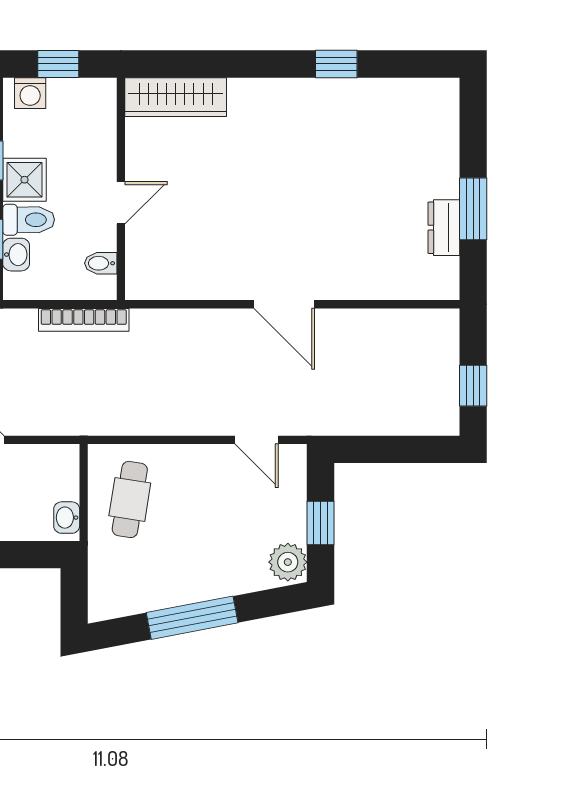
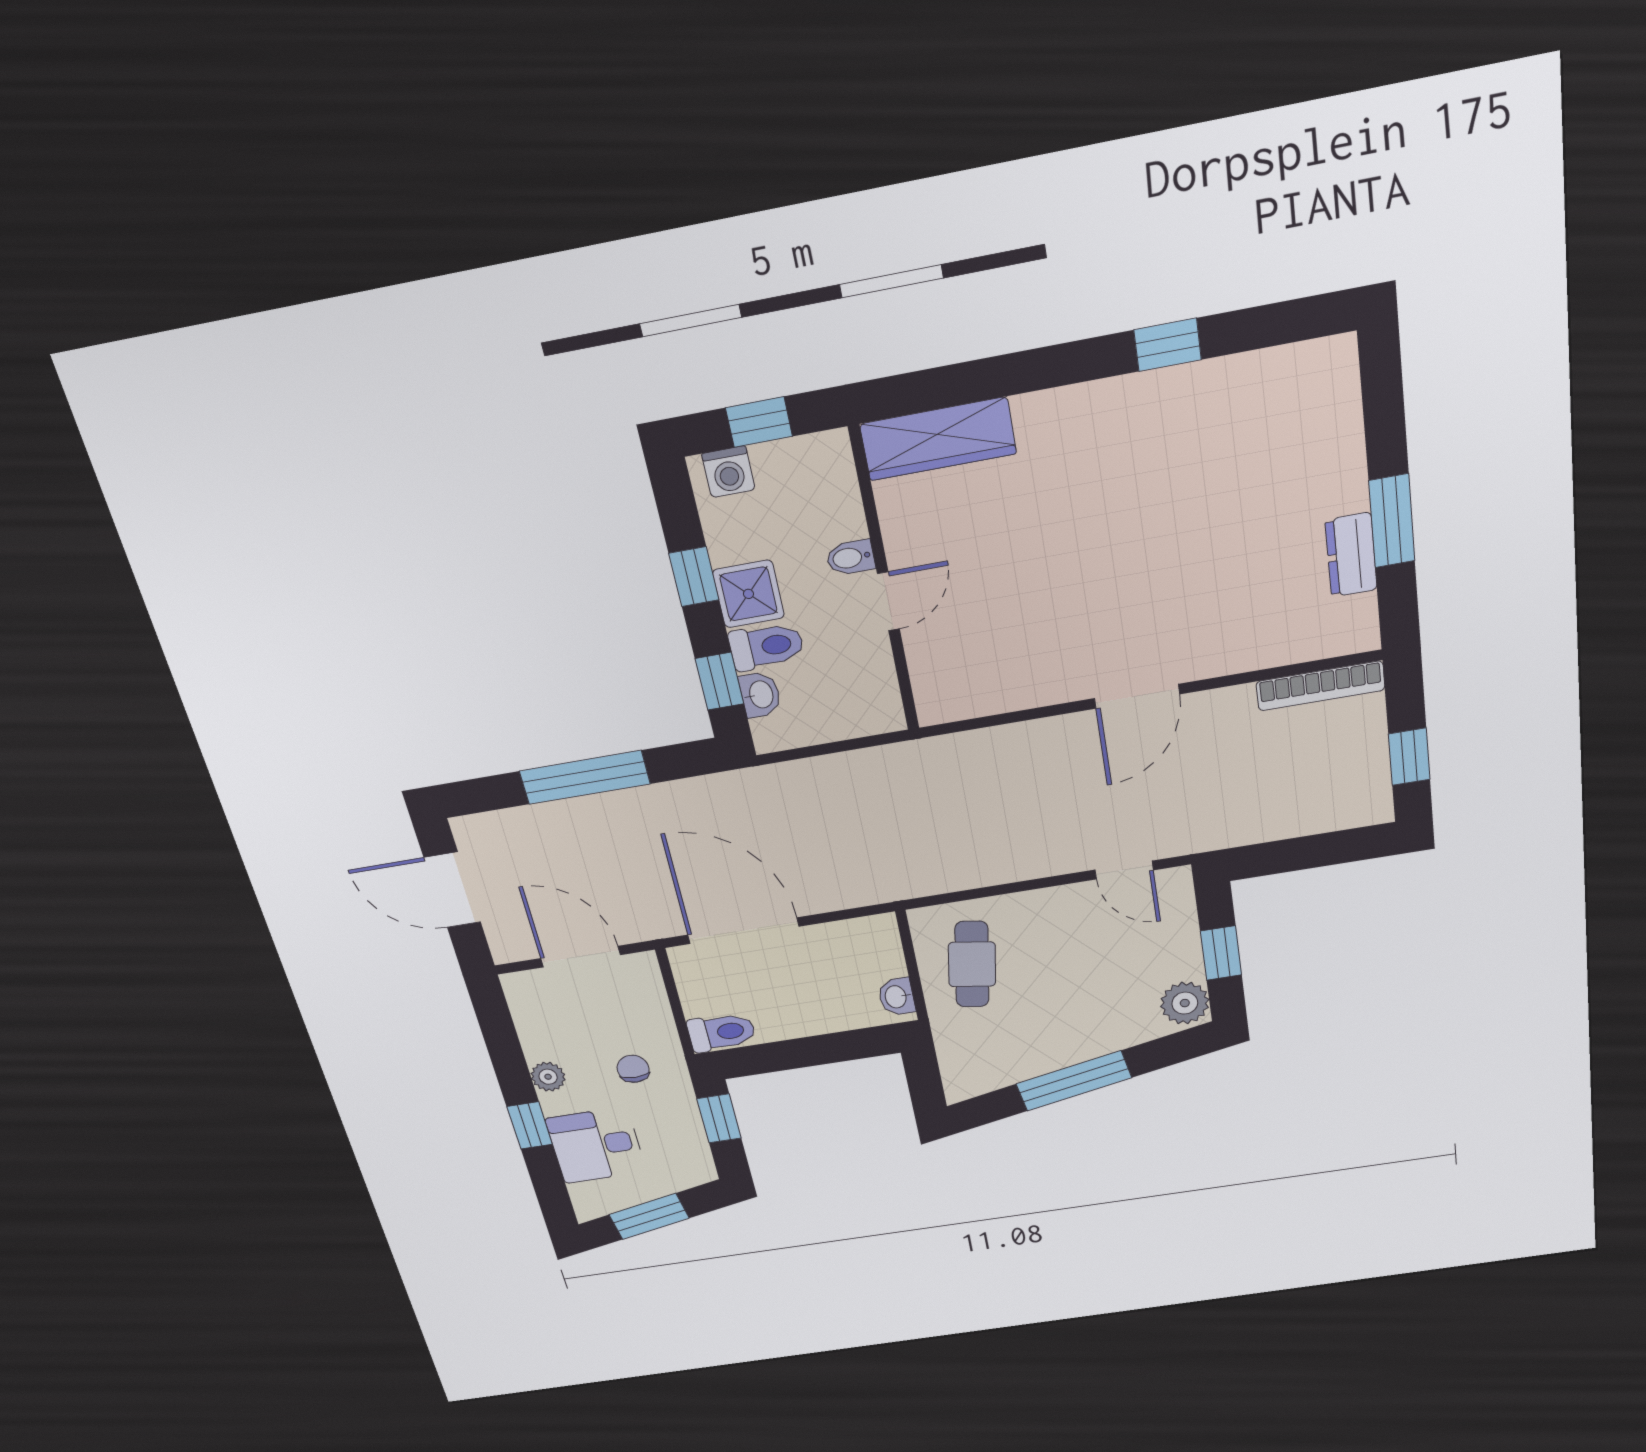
bidet: (101, 263) -> (850, 558), moved
door: (284, 304) -> (1137, 696), hinge flipped
bookcase: (84, 320) -> (1320, 686), moved

